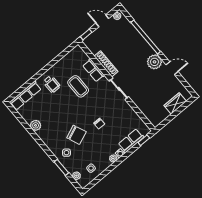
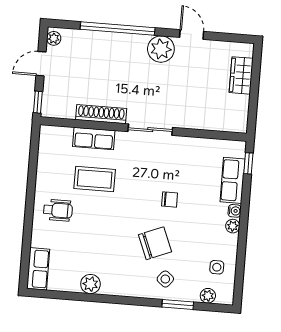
door: (172, 68) -> (192, 34), hinge flipped
row of seats: (25, 96) -> (38, 269), width x0.68

